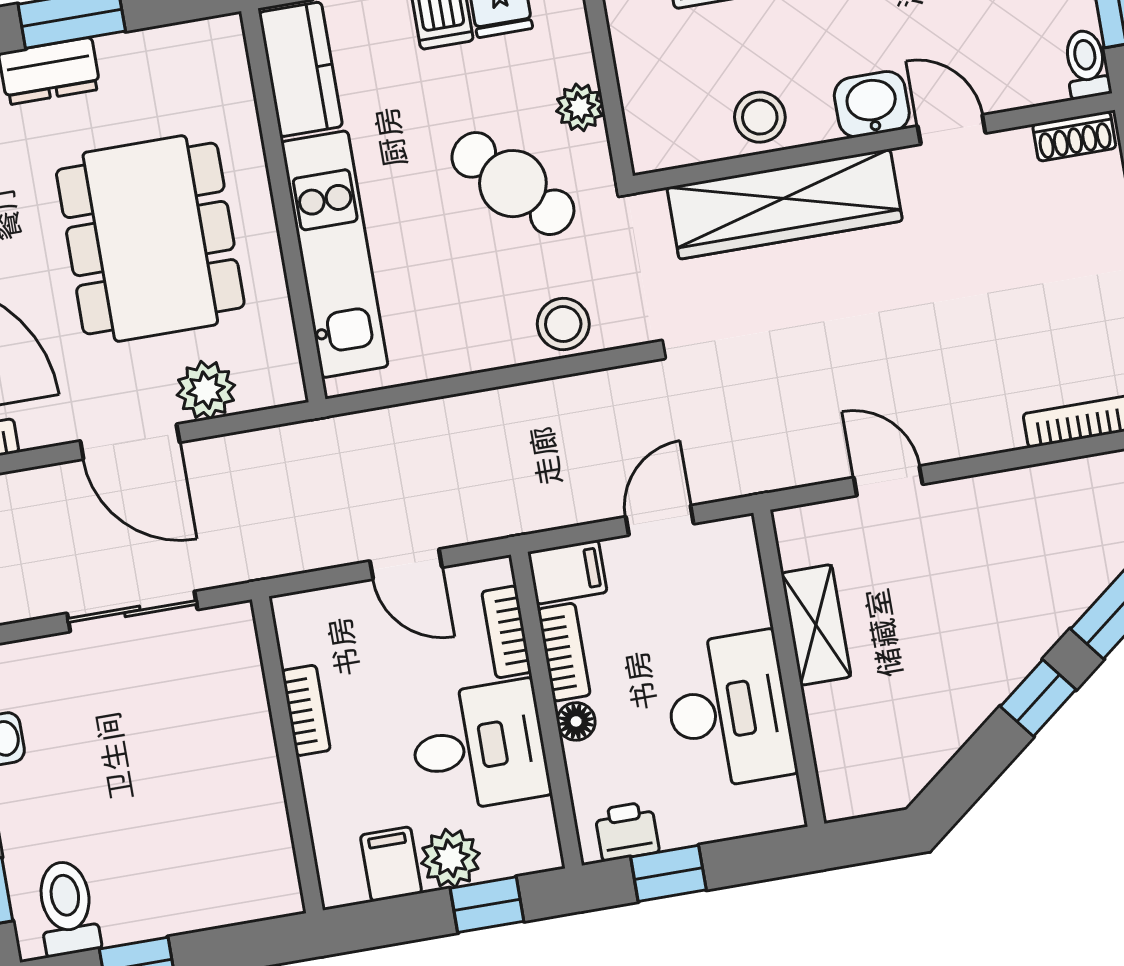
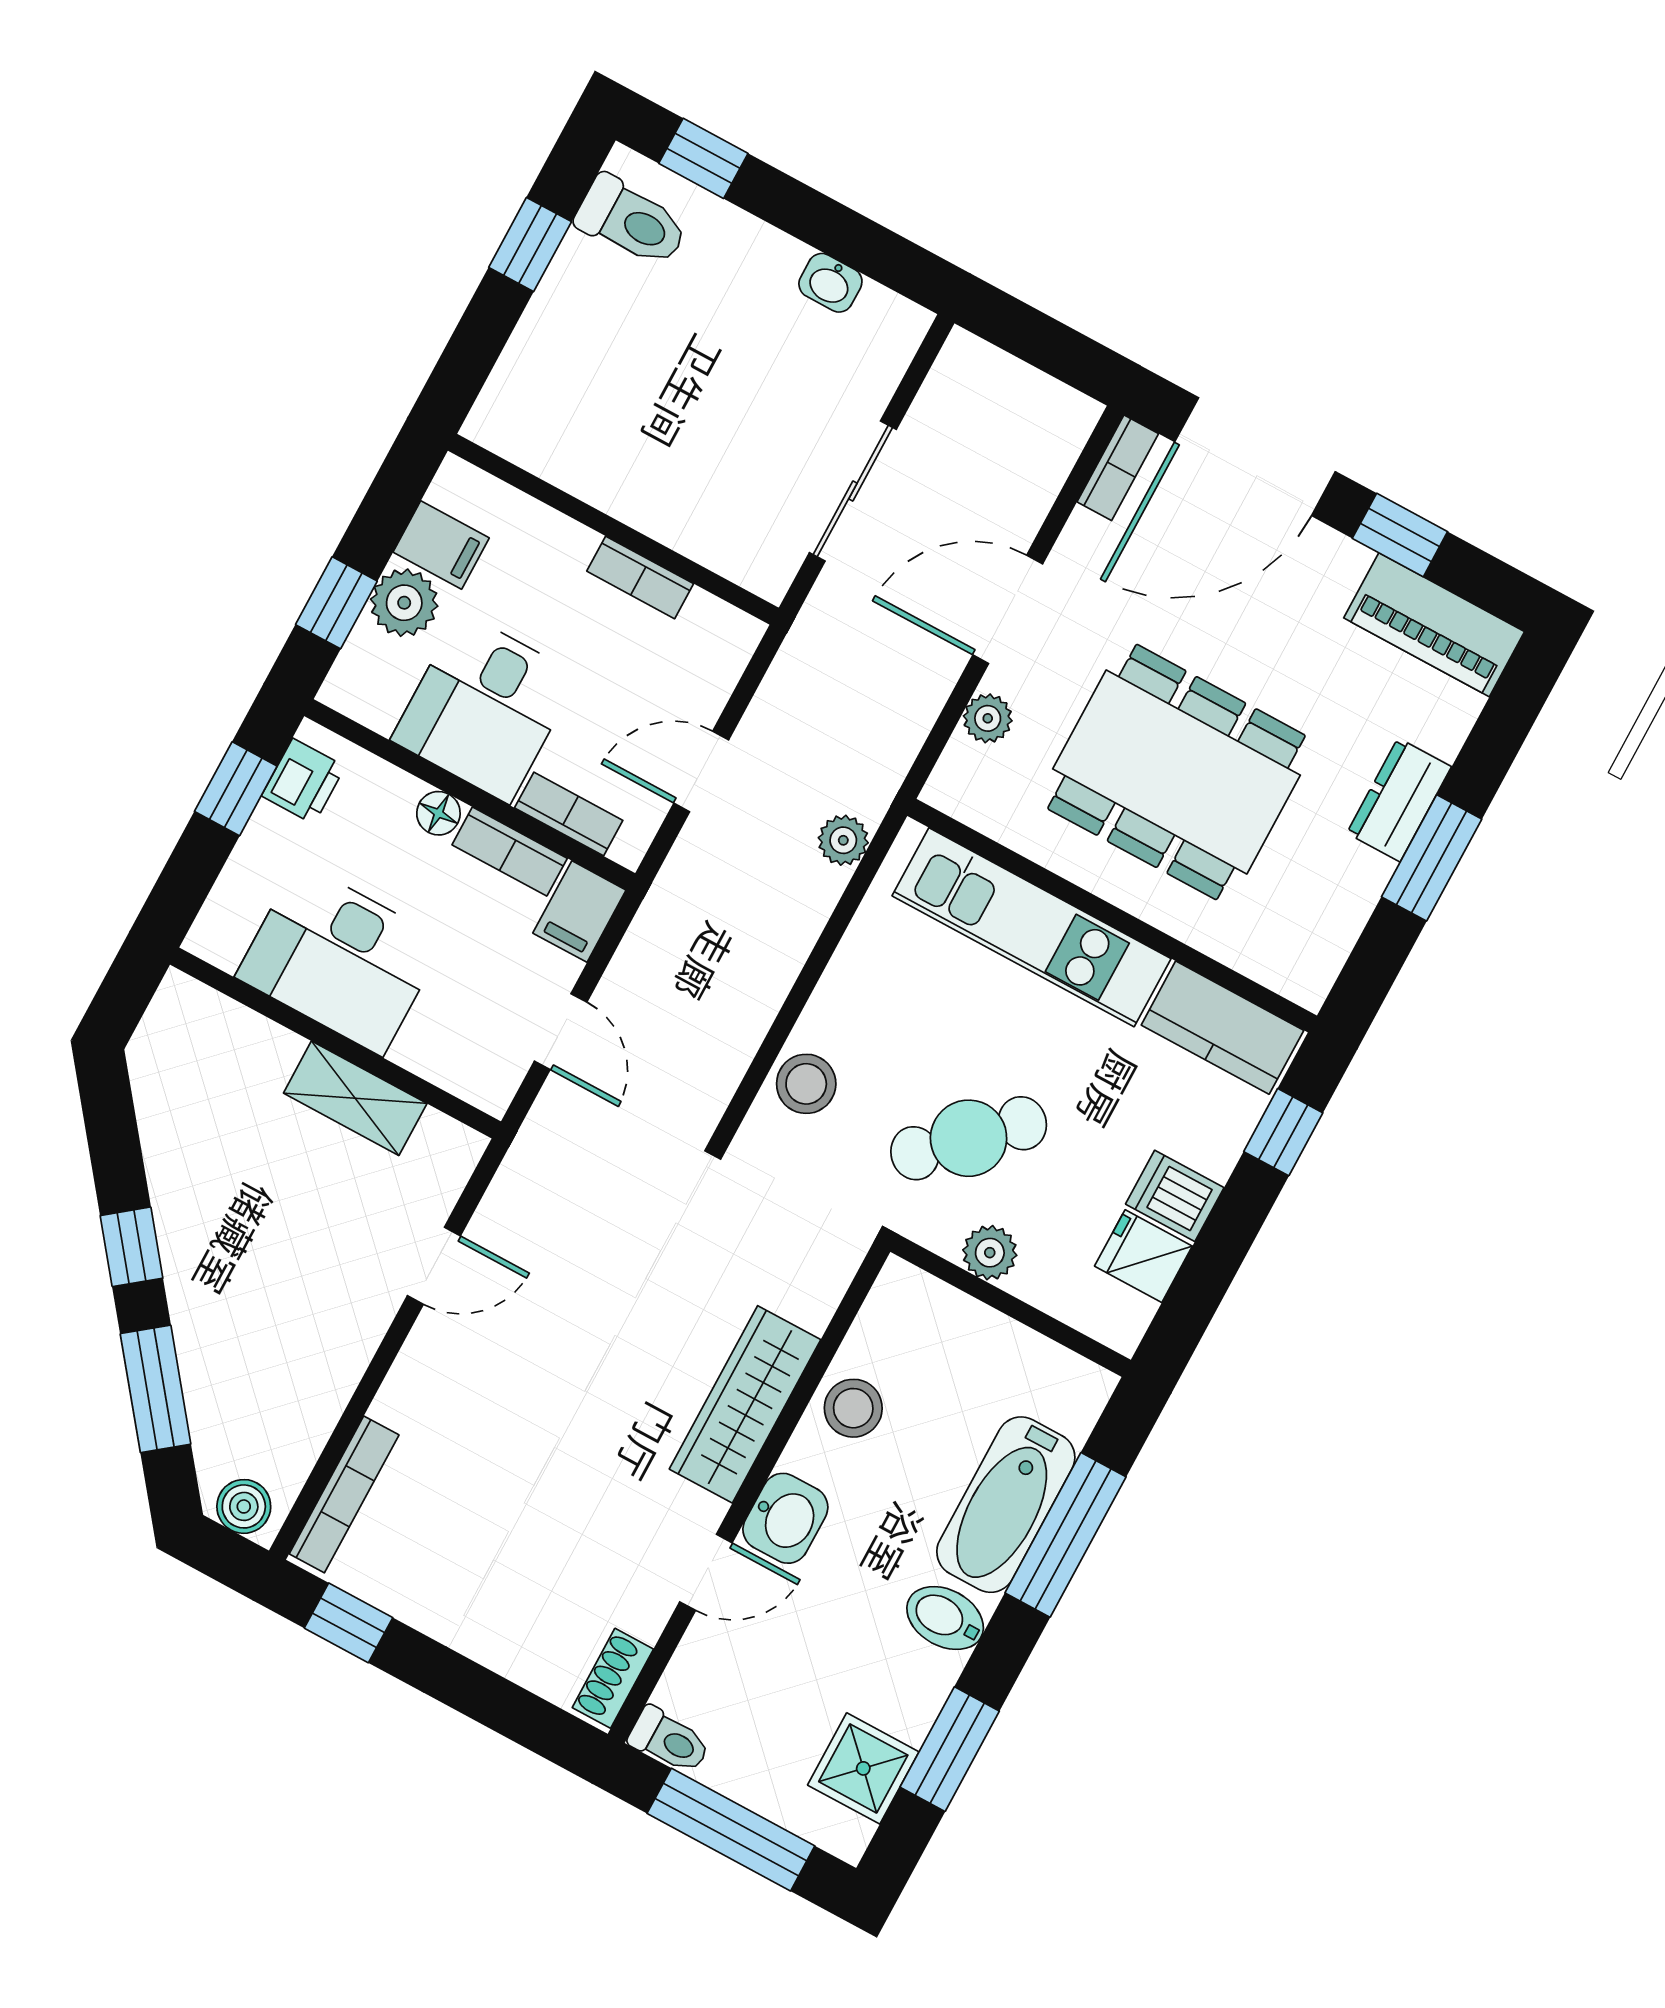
wardrobe: (785, 204) -> (745, 1404), width x0.71, depth x0.85
plant: (206, 390) -> (988, 718), width x0.73, depth x0.73
plant: (377, 430) -> (843, 840), added

